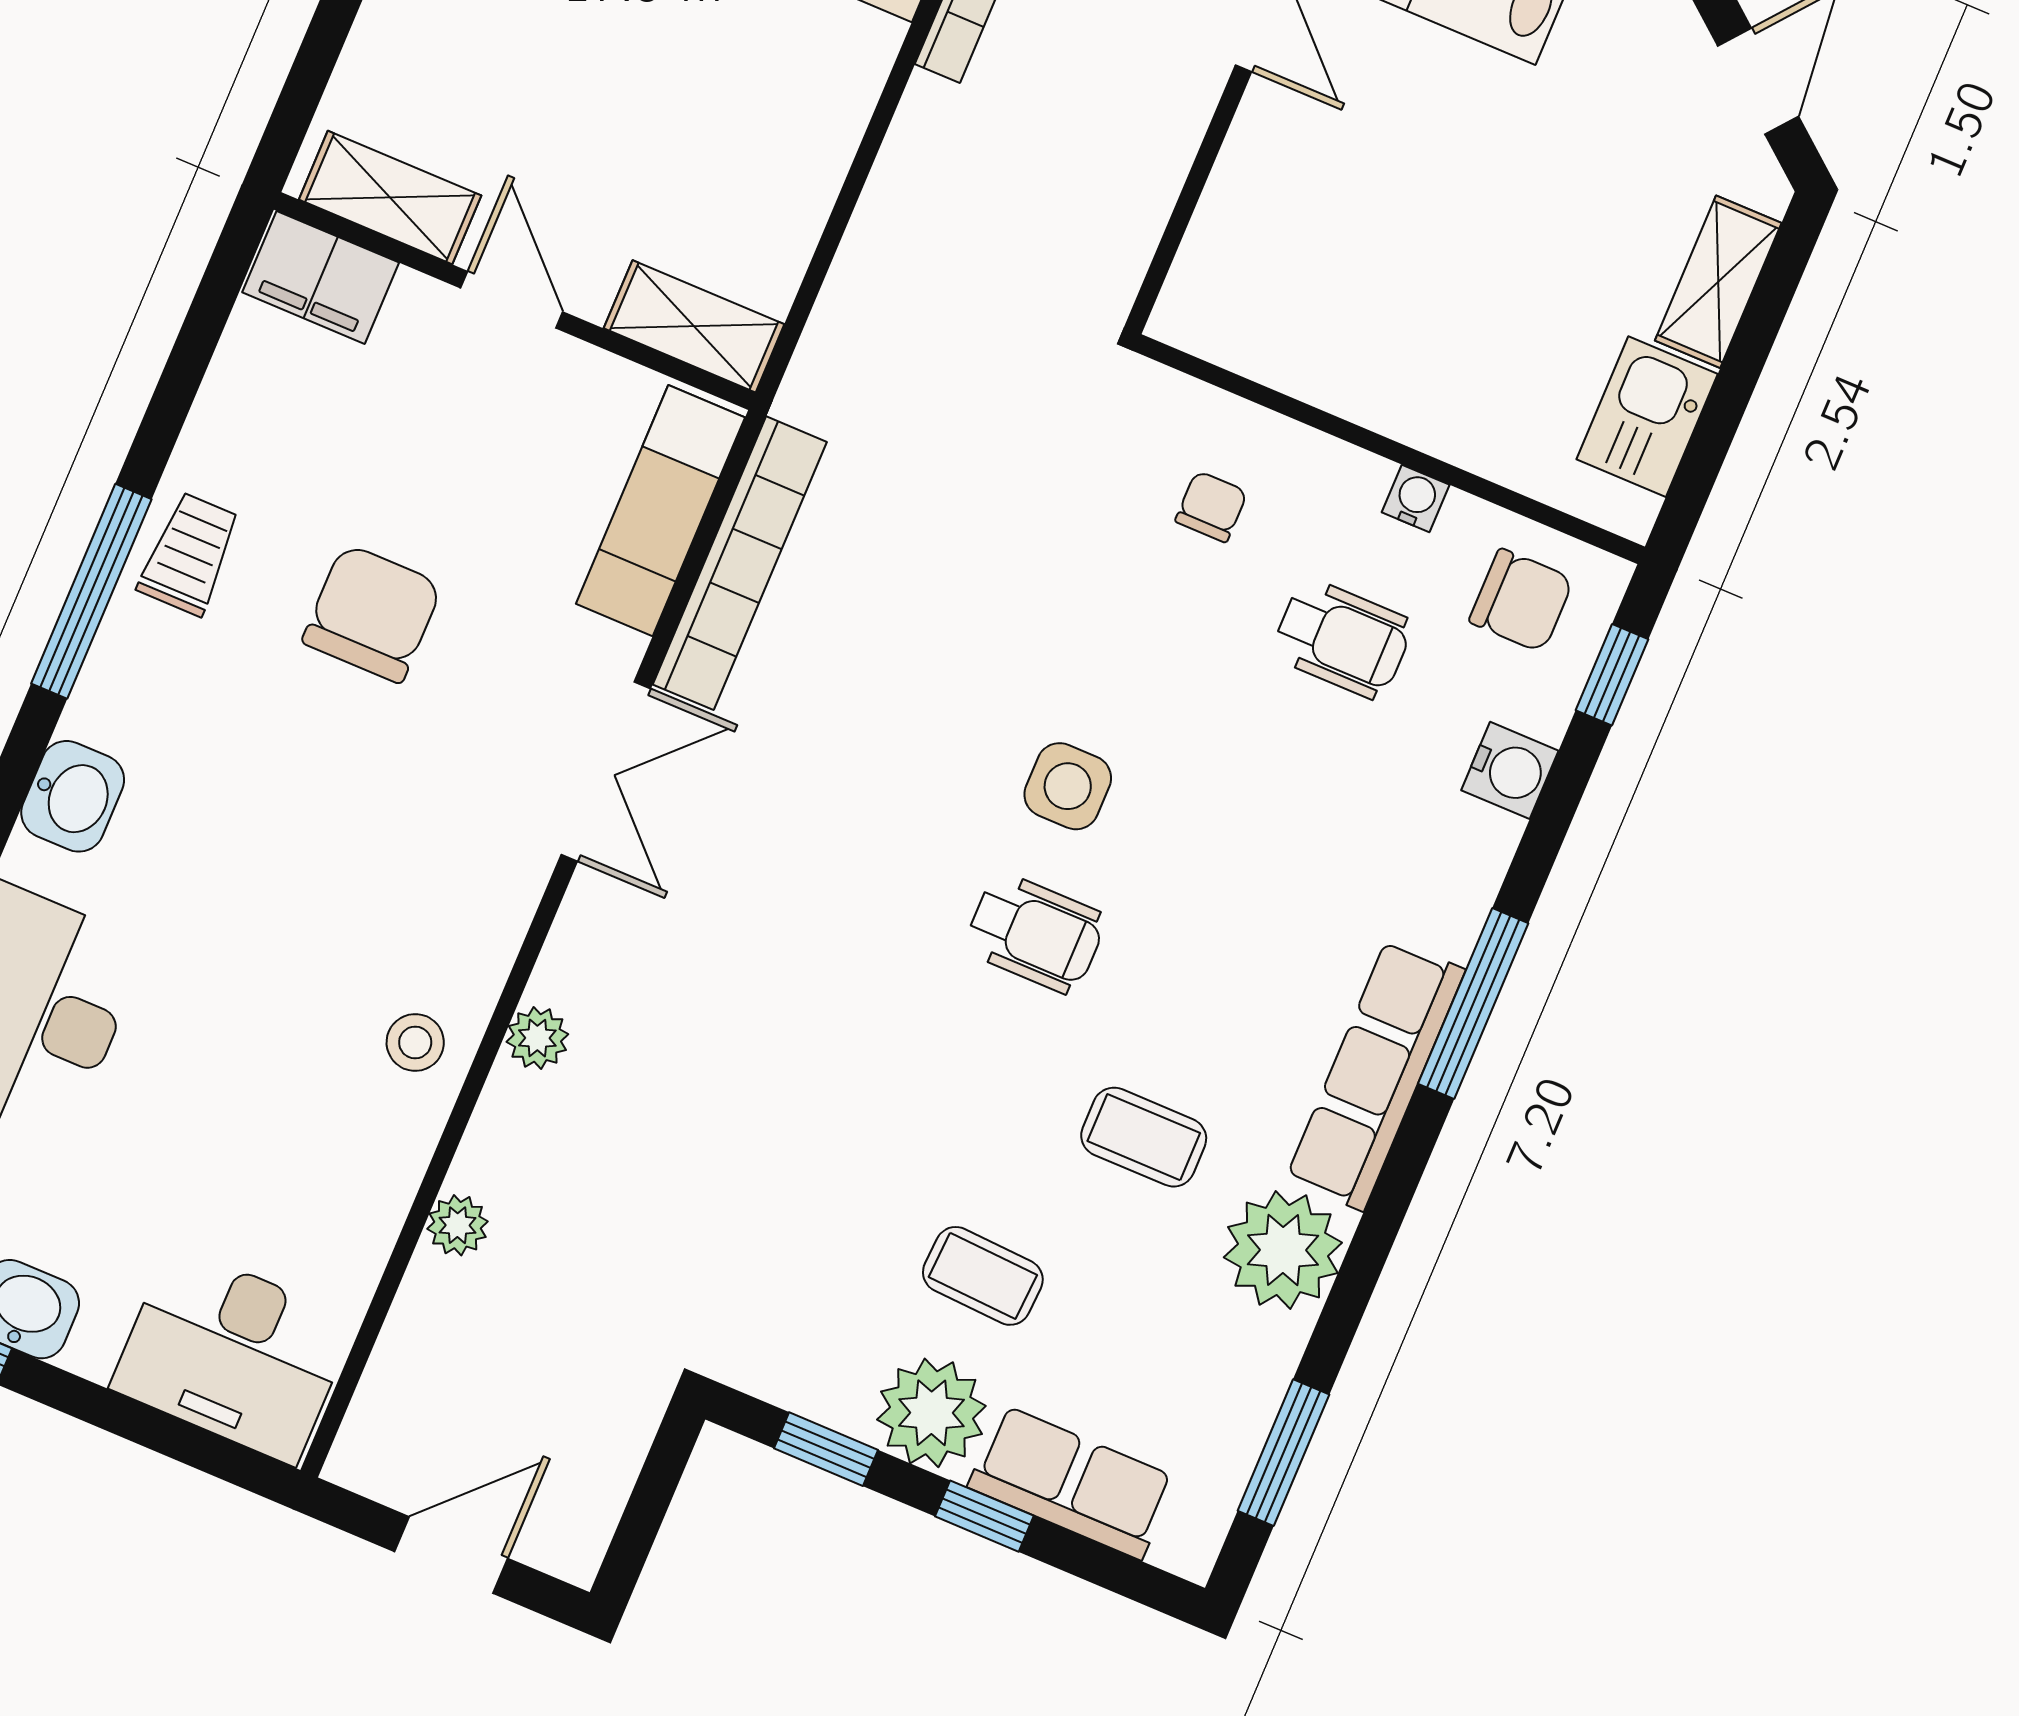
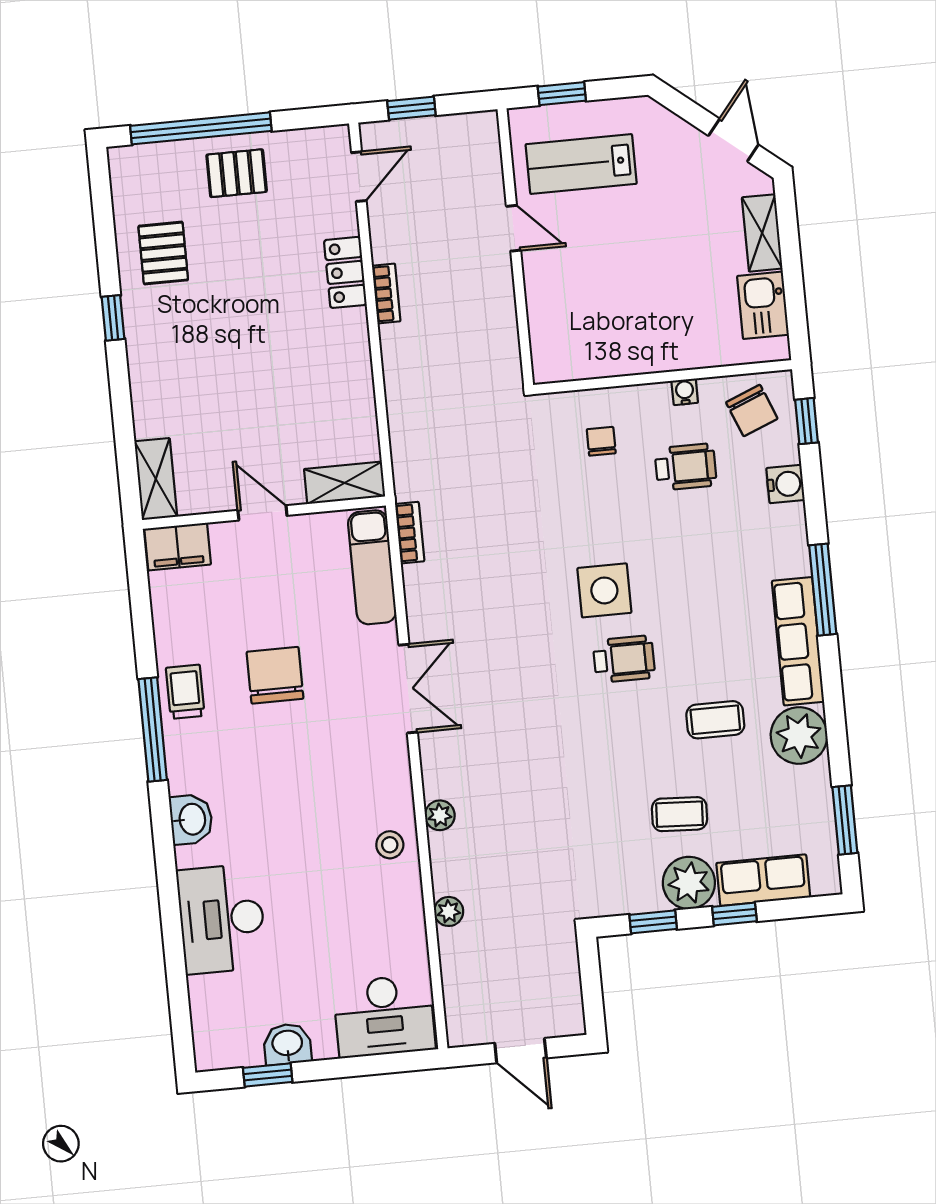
shelving: (390, 198) -> (156, 479), moved, turned 90
bookcase: (740, 563) -> (410, 533), width x0.43, depth x0.76
chair: (1521, 600) -> (752, 410), turned 68
side table: (1068, 786) -> (604, 590), width x1.37, depth x1.37
door: (451, 1555) -> (521, 1051), swing flipped

